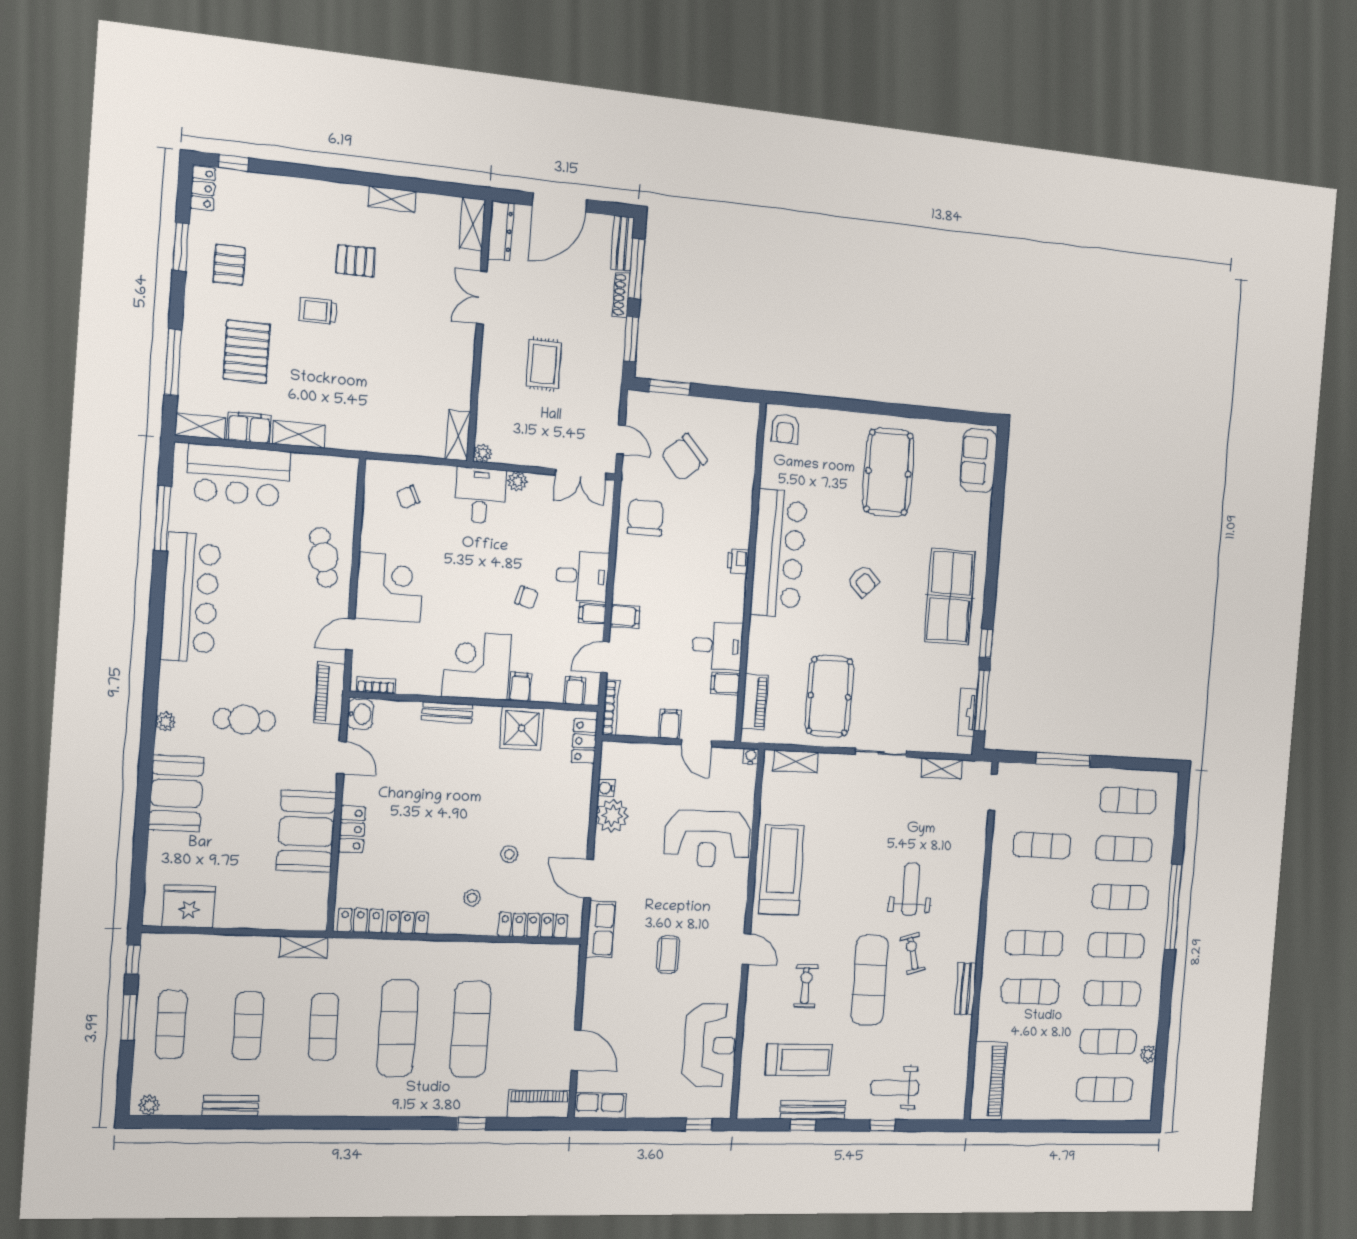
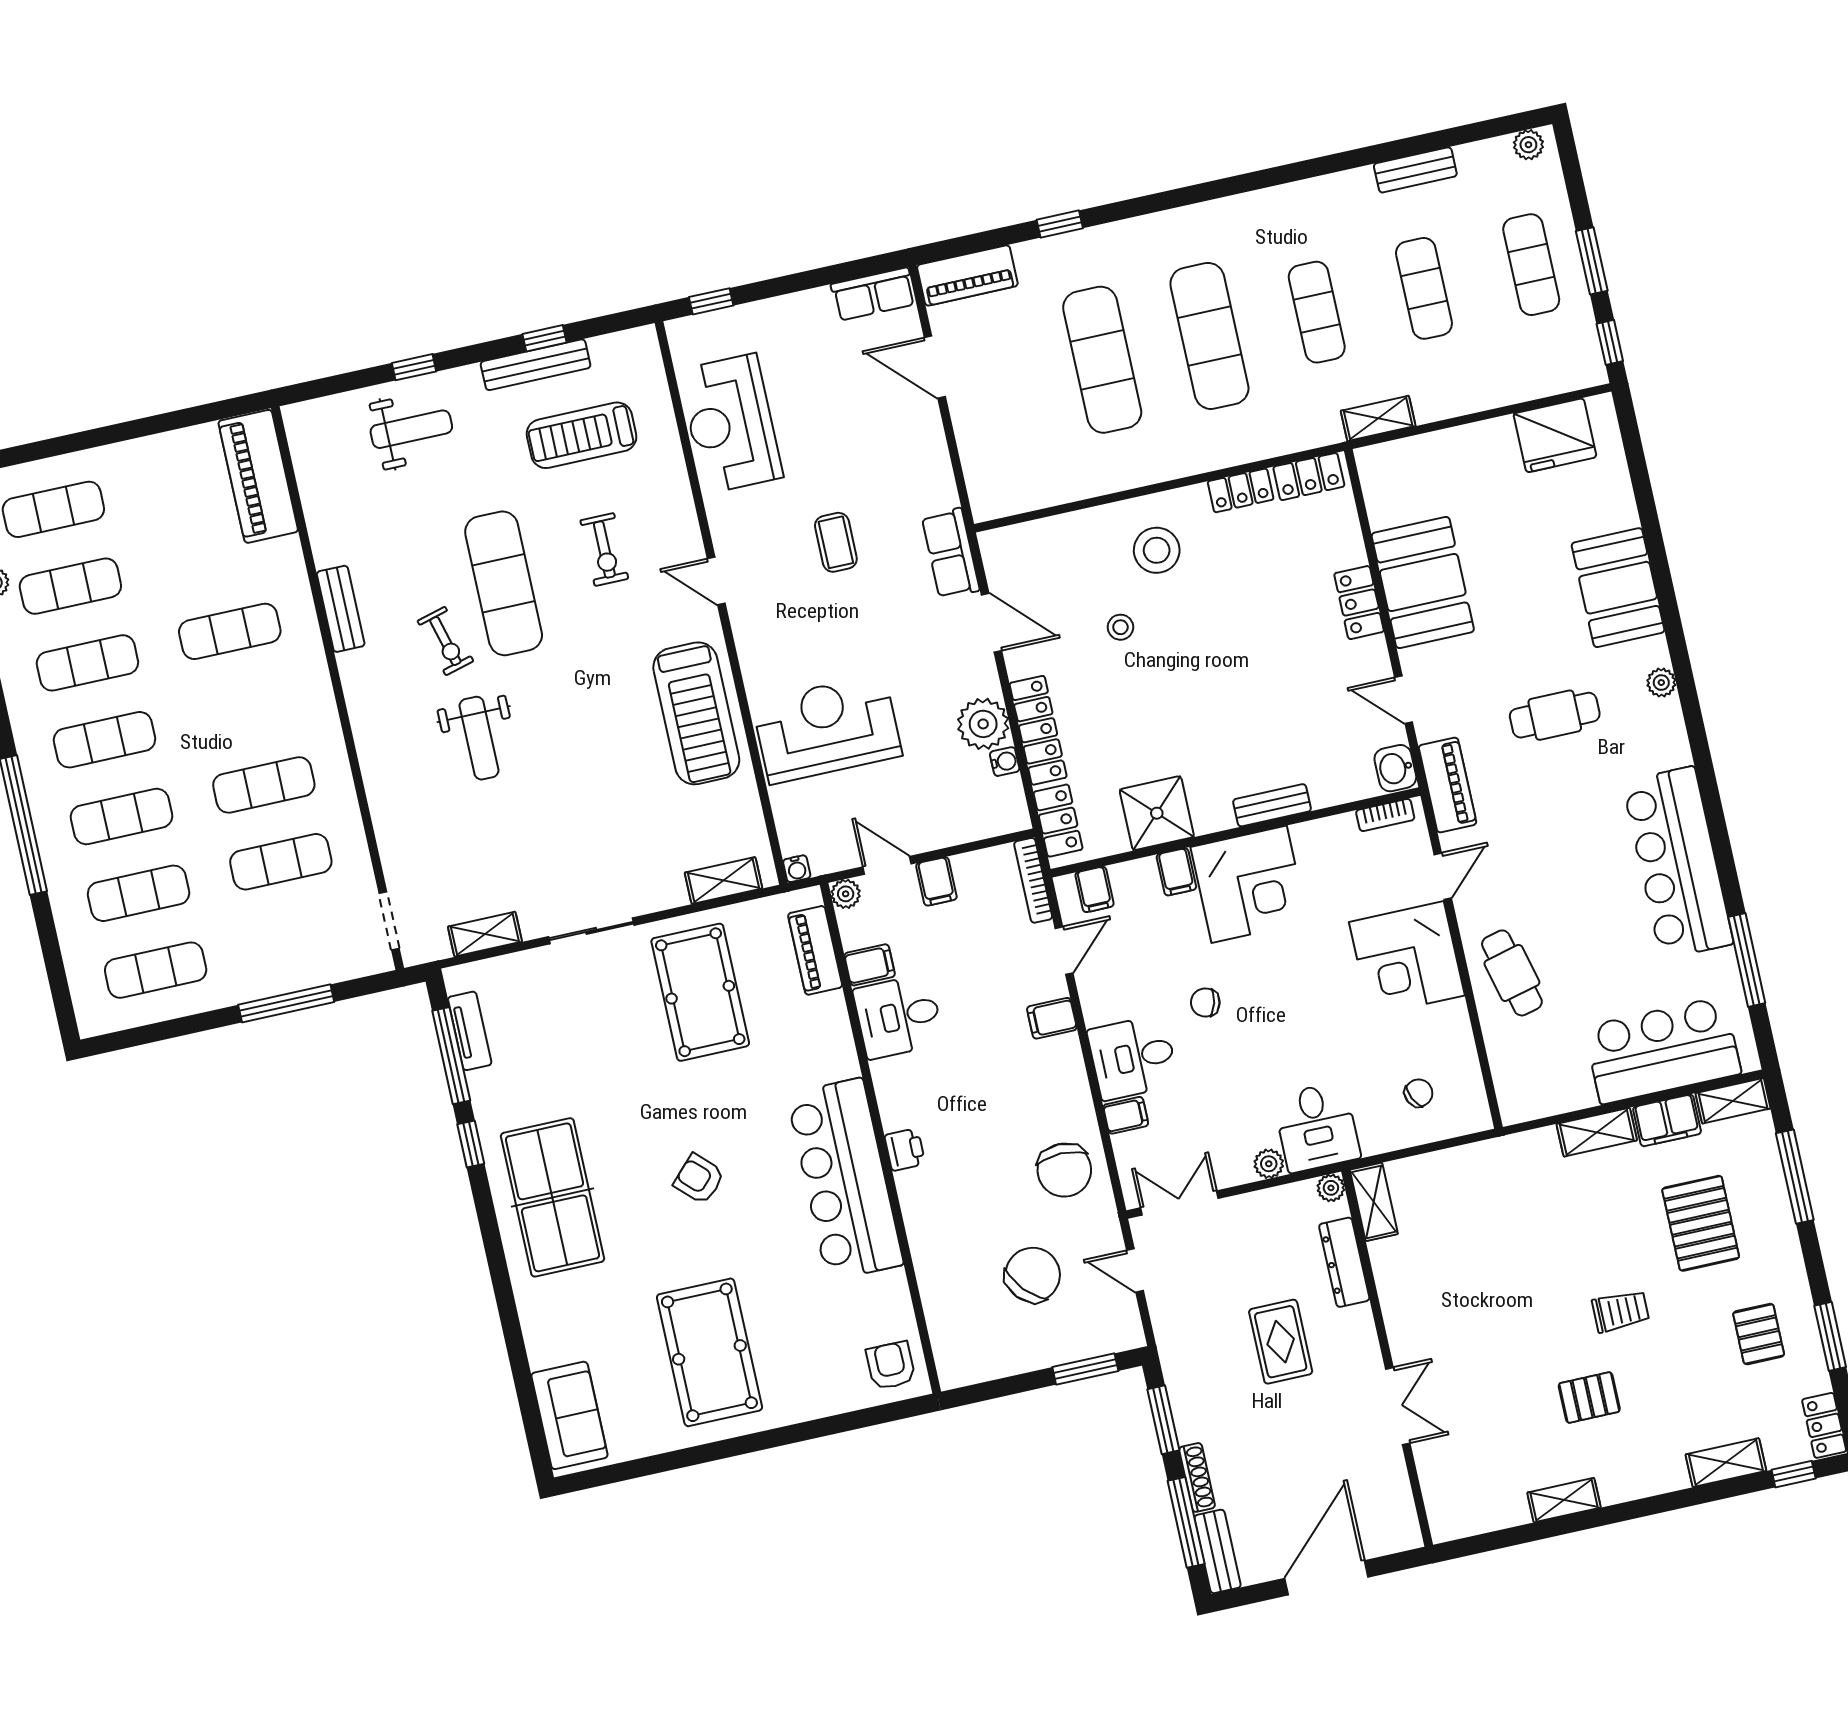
shelving: (473, 224) -> (1726, 1463), moved, turned 90
dresser: (501, 231) -> (1344, 1262), moved
filing cabinet: (592, 613) -> (1126, 1115), moved
plant: (726, 732) -> (846, 894), added
stool: (472, 898) -> (1157, 550), width x1.89, depth x1.89
locker: (533, 925) -> (1038, 730), moved, turned -90
exercise mat: (1034, 943) -> (264, 785), moved

